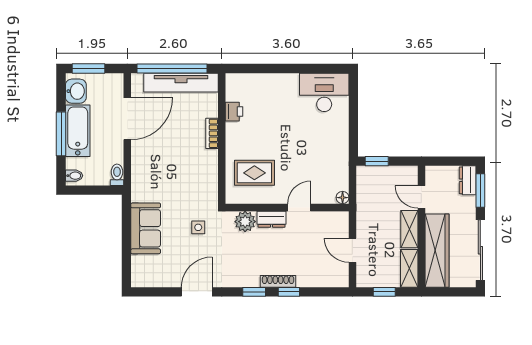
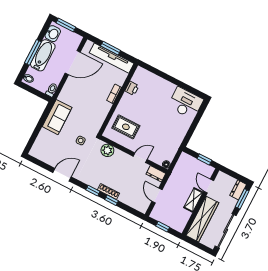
window: (172, 69) -> (111, 48), width x0.47
window: (377, 161) -> (204, 159), moved
dresser: (271, 219) -> (156, 174), moved
sofa: (146, 228) -> (57, 117), moved
shelving: (409, 268) -> (182, 221), removed

